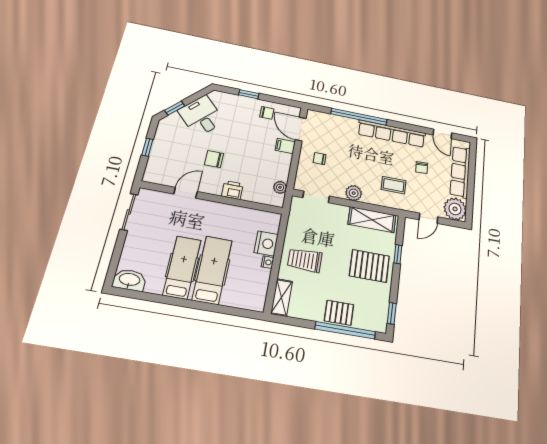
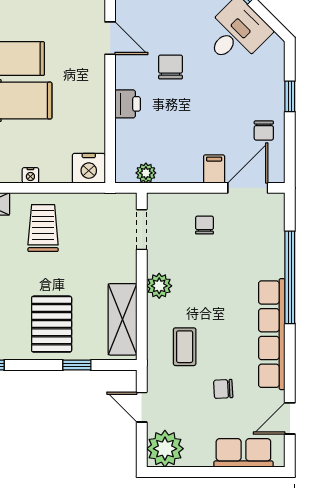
row of seats: (460, 172) -> (243, 453), width x0.68
nightstand: (266, 243) -> (89, 168), moved

